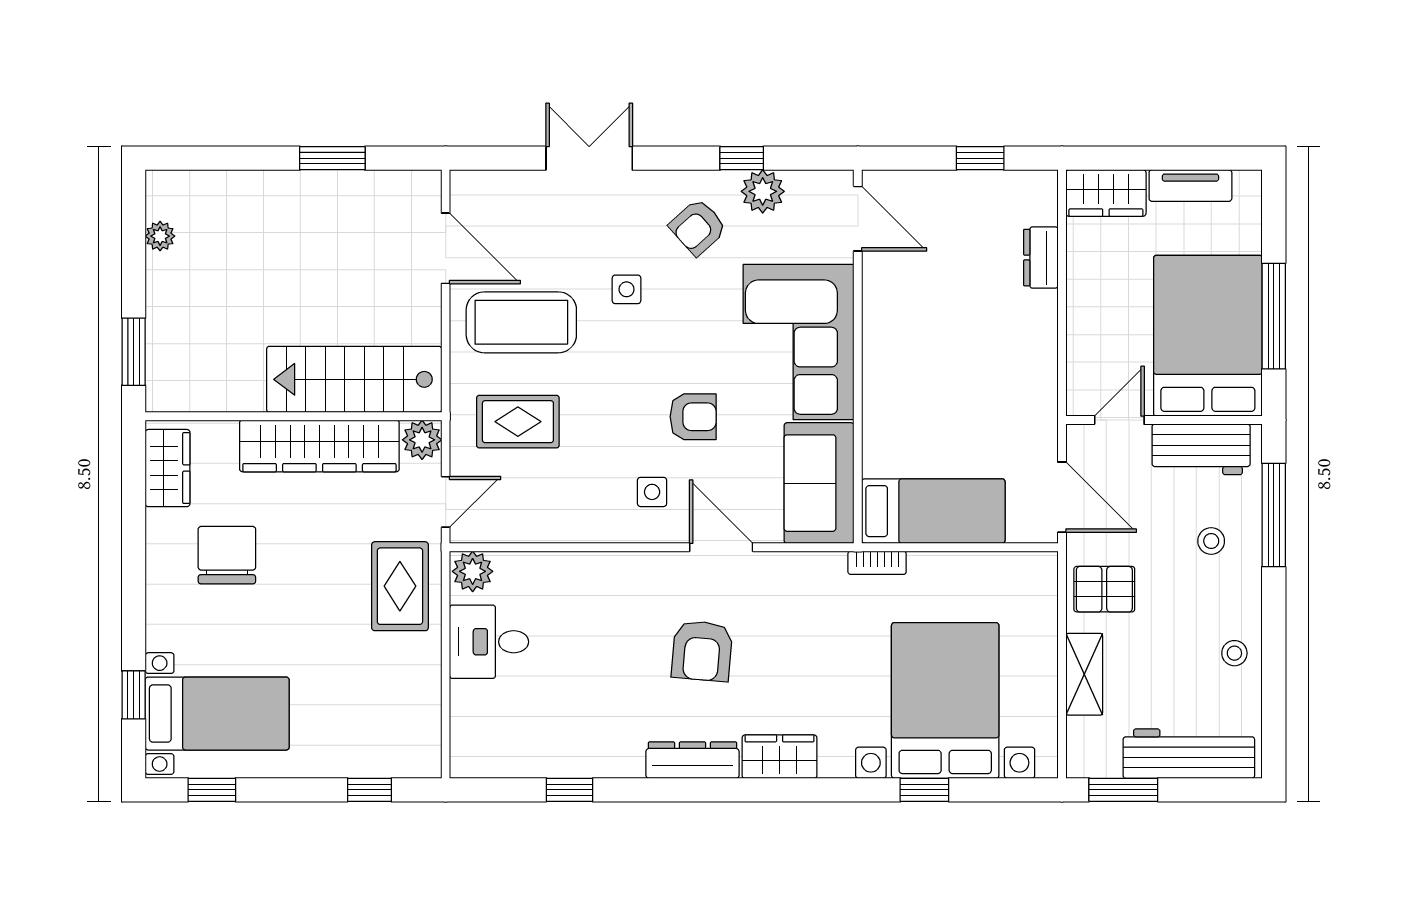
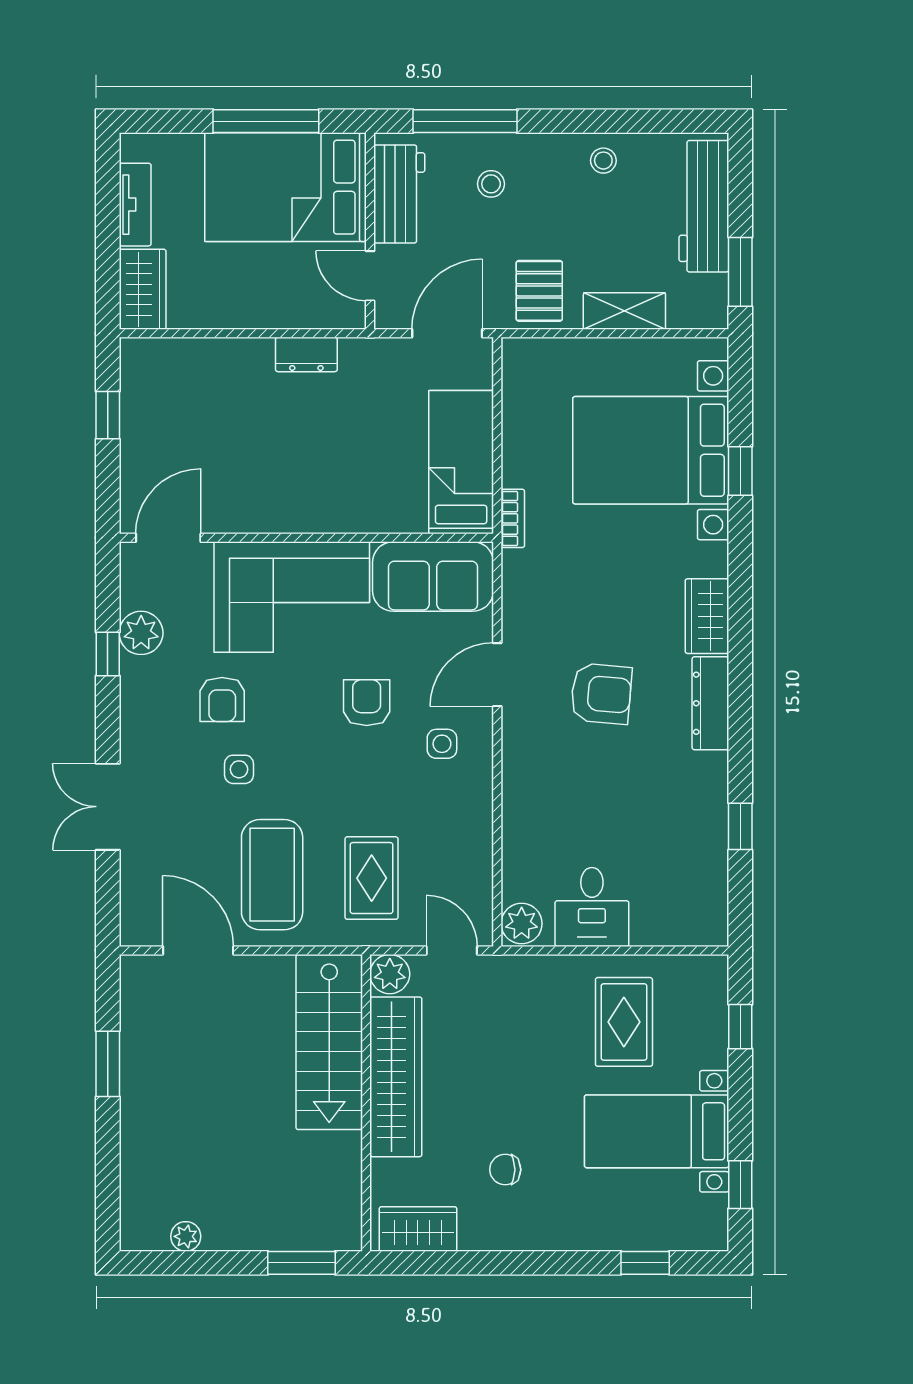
armchair: (698, 227) -> (222, 700), moved, turned 42
door: (446, 248) -> (198, 950), hinge flipped
dresser: (1041, 258) -> (306, 354), moved
chair: (227, 555) -> (505, 1170), width x0.54, depth x0.54
rug: (400, 586) -> (624, 1022), moved, turned 90
bed with nightstands: (217, 714) -> (657, 1131), moved, turned -90

